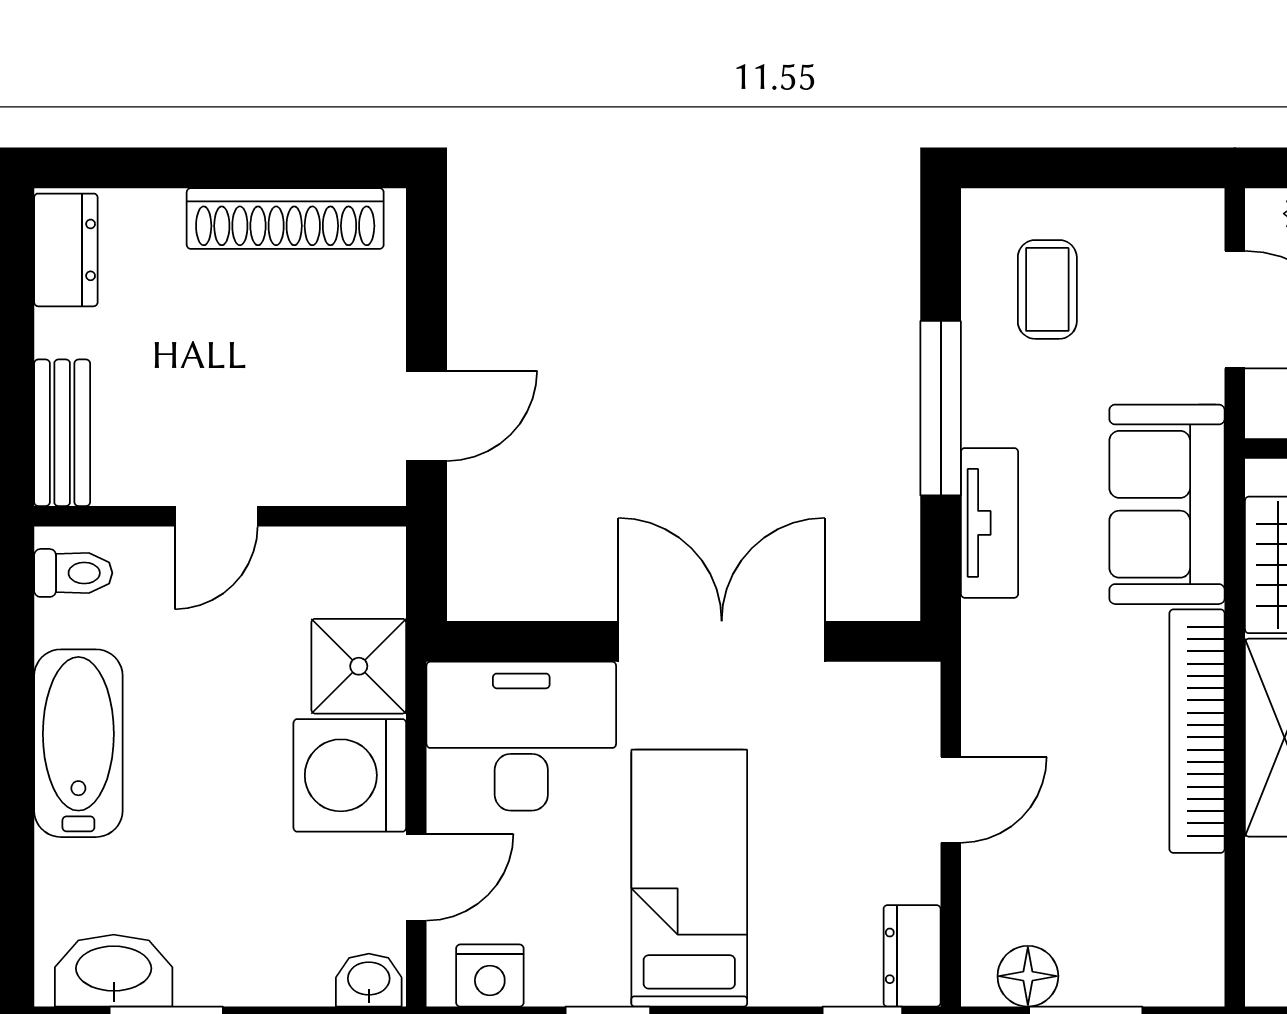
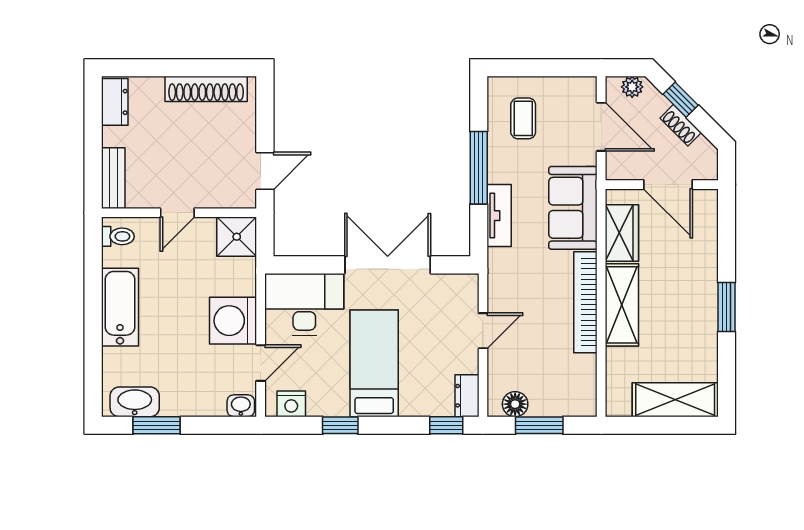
shower: (359, 666) -> (237, 237), moved

